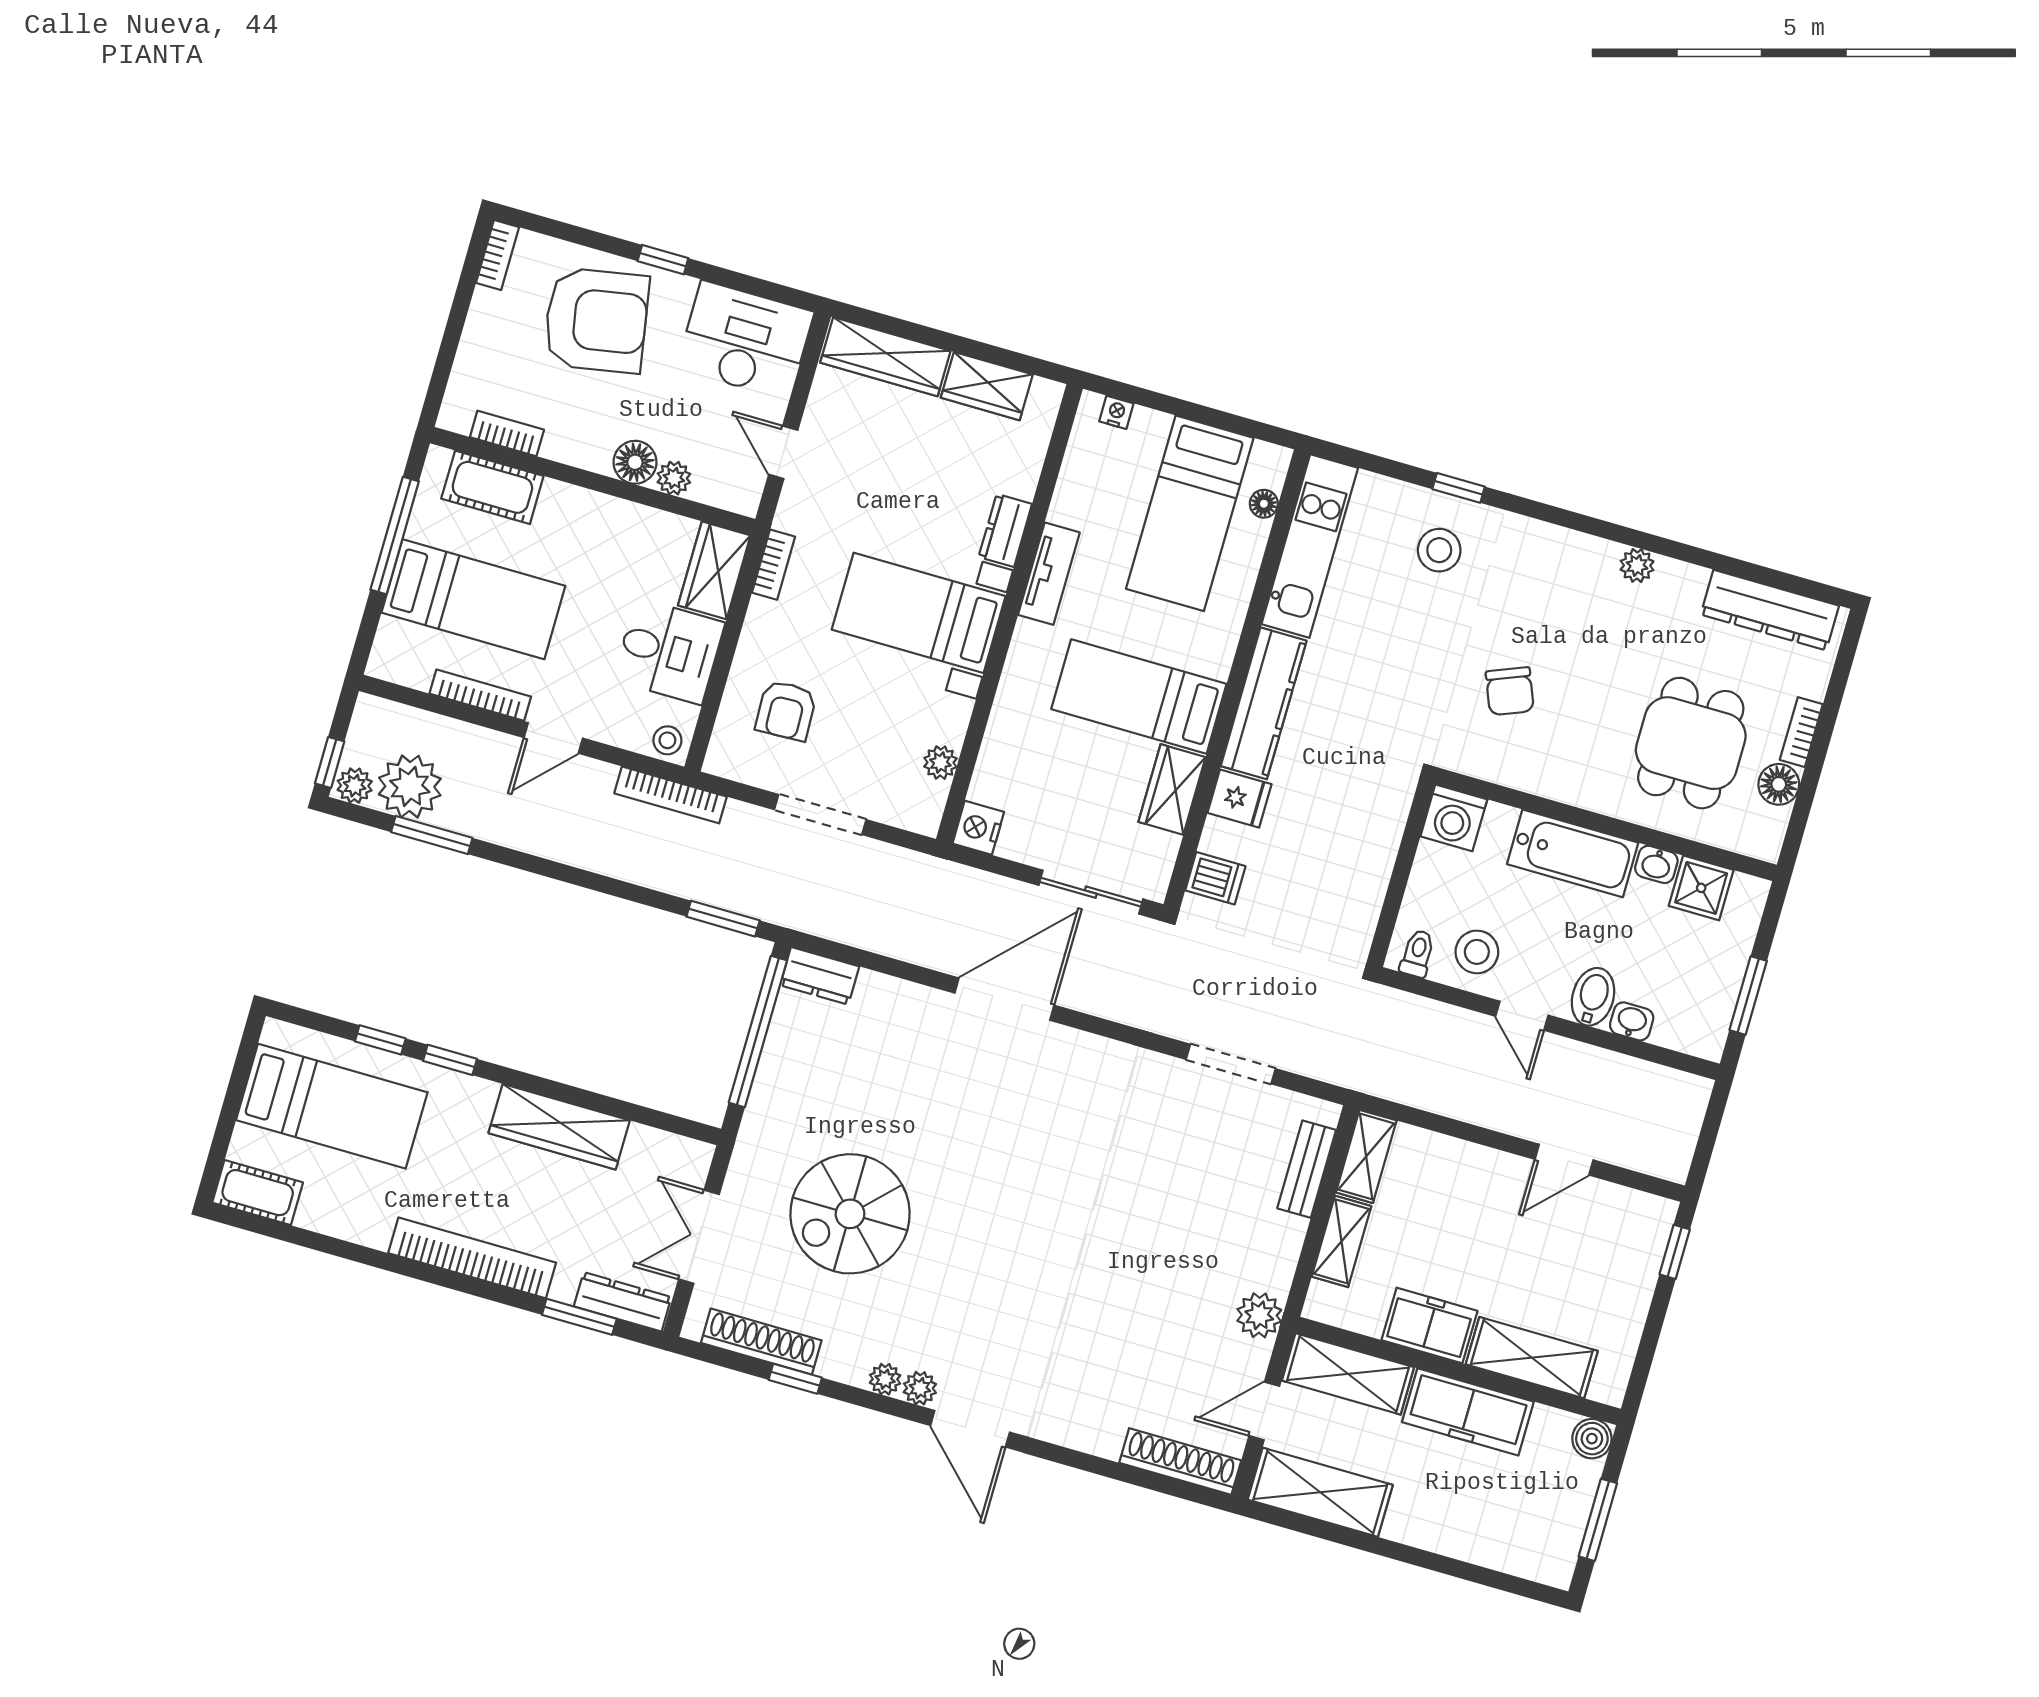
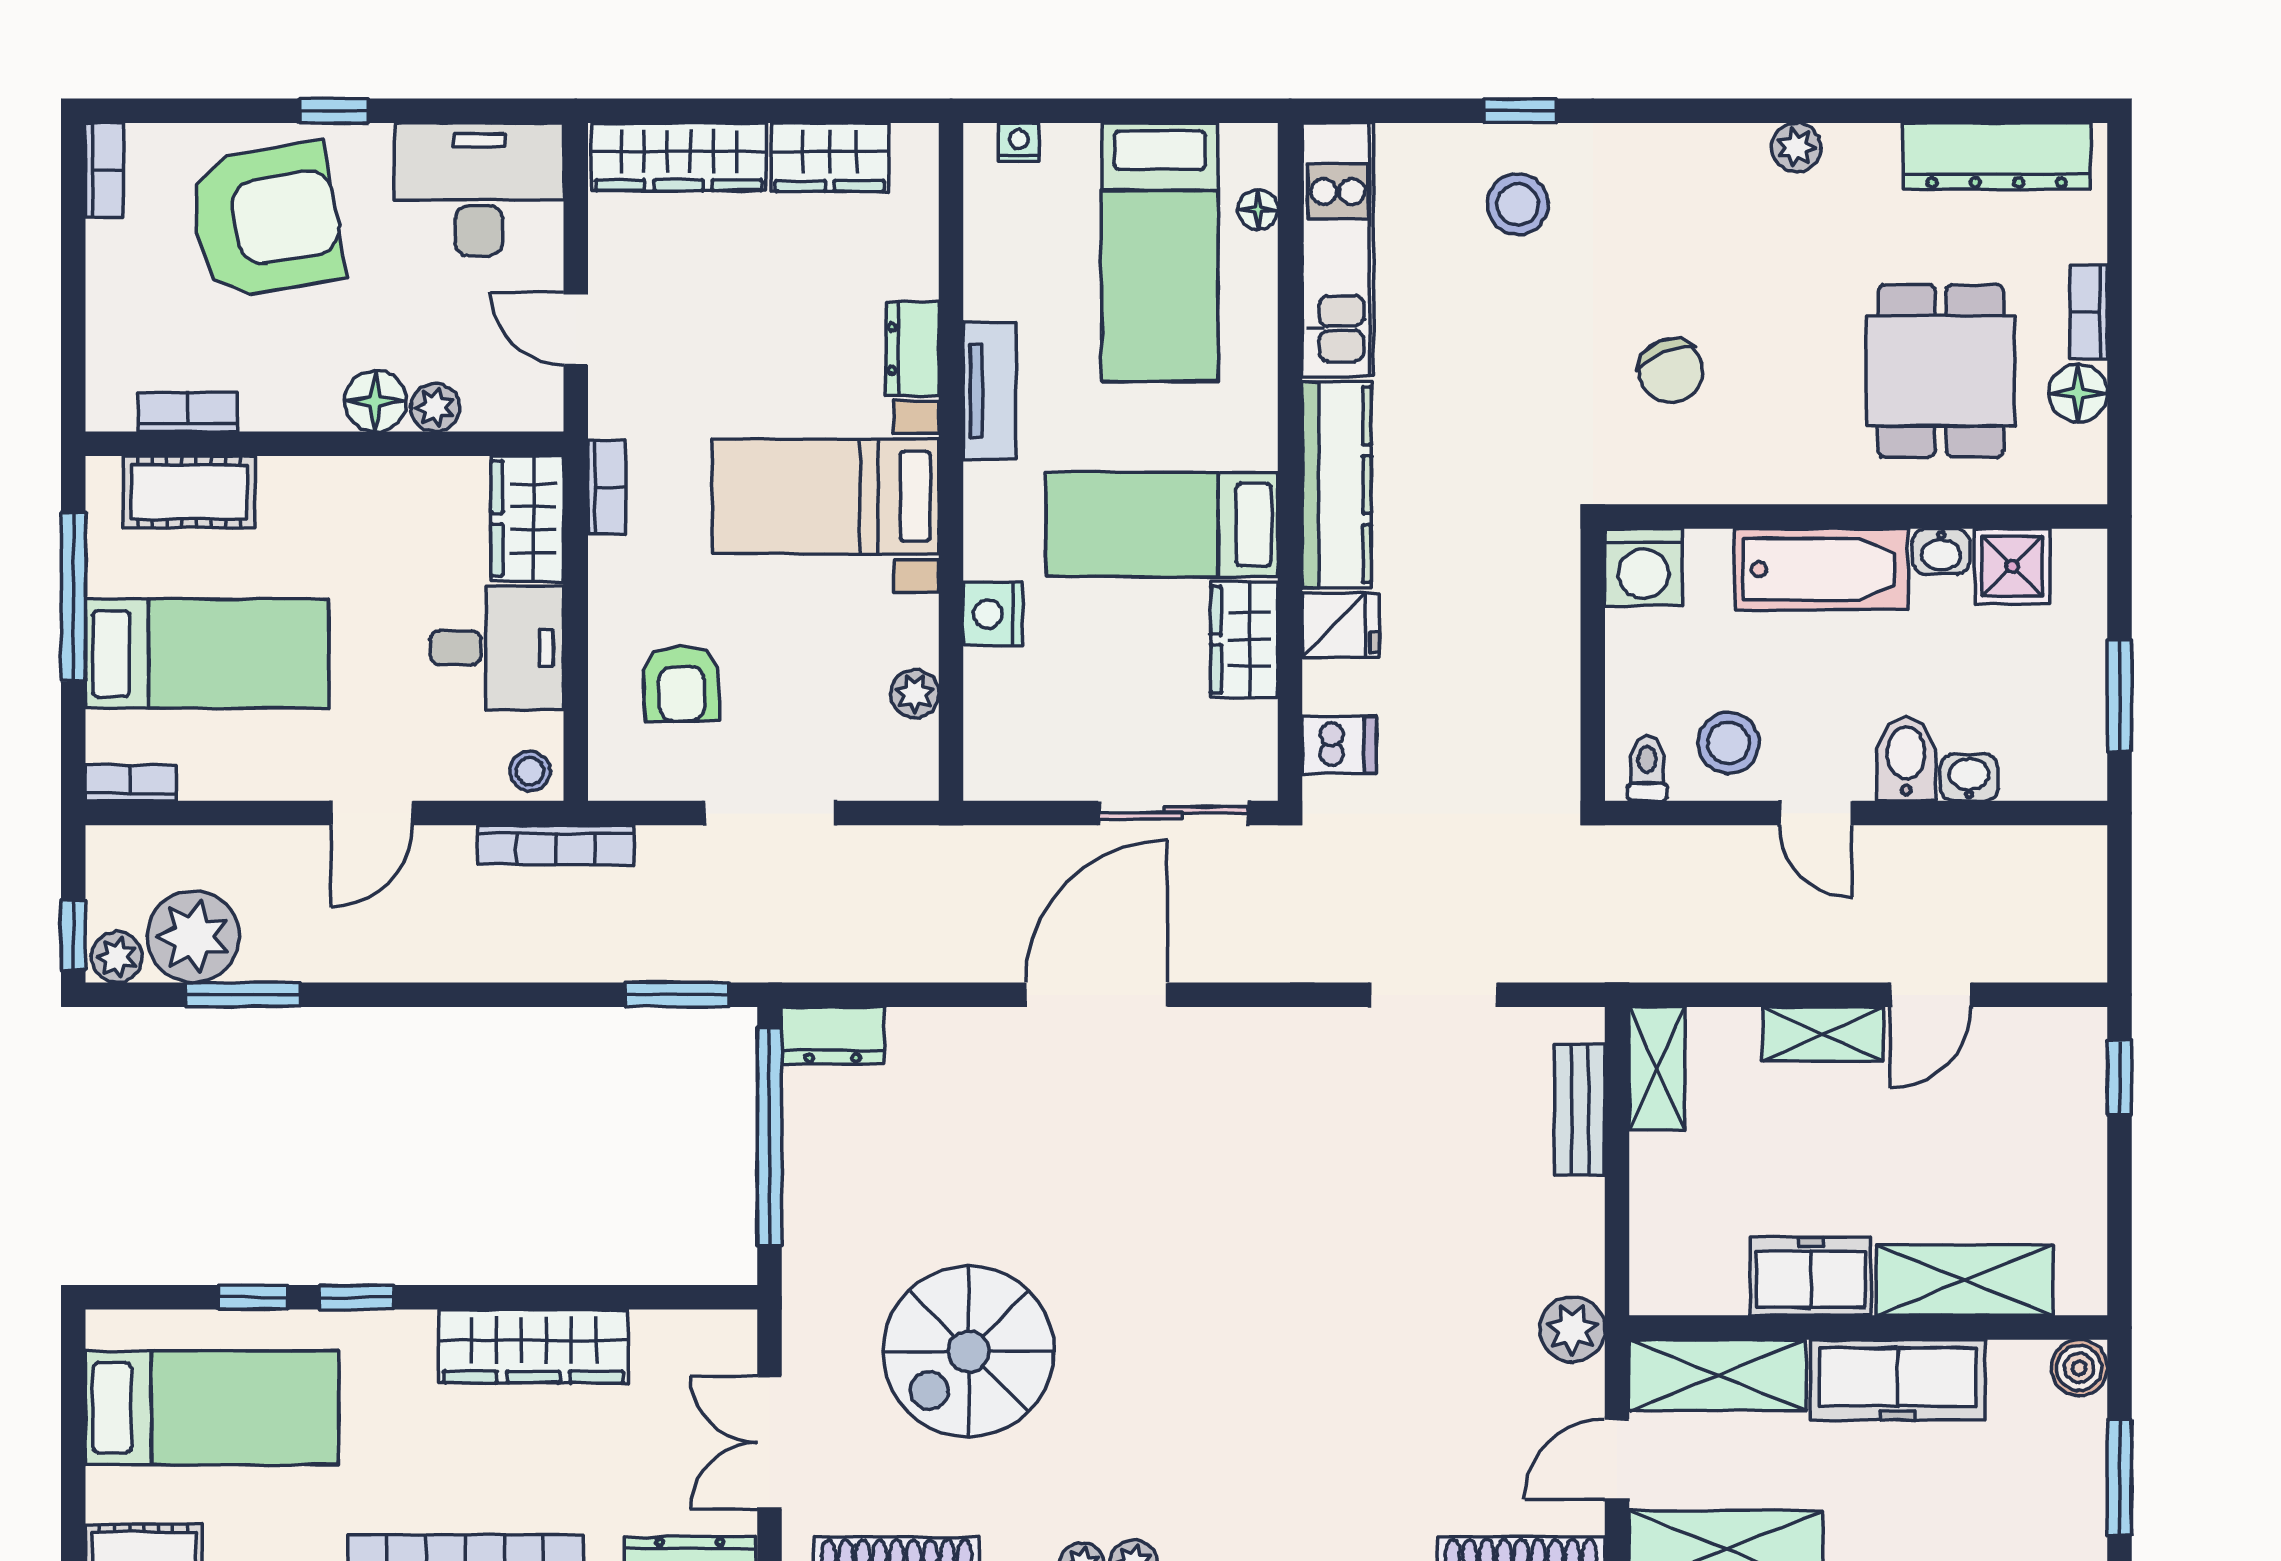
bookcase: (480, 695) -> (131, 783), moved, width x0.64
nightstand: (978, 828) -> (993, 614), moved
shelving: (1341, 1241) -> (1823, 1034), moved, turned 90

